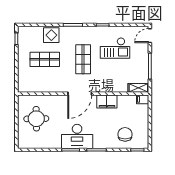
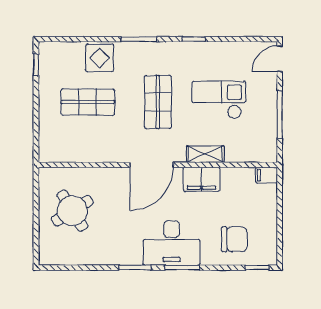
checkout: (115, 48) -> (219, 100), moved, turned 180
shelving: (138, 88) -> (205, 154), moved
round table: (36, 119) -> (72, 211), turned -31
chair: (125, 134) -> (234, 239), turned 90
desk: (77, 136) -> (172, 243), moved

